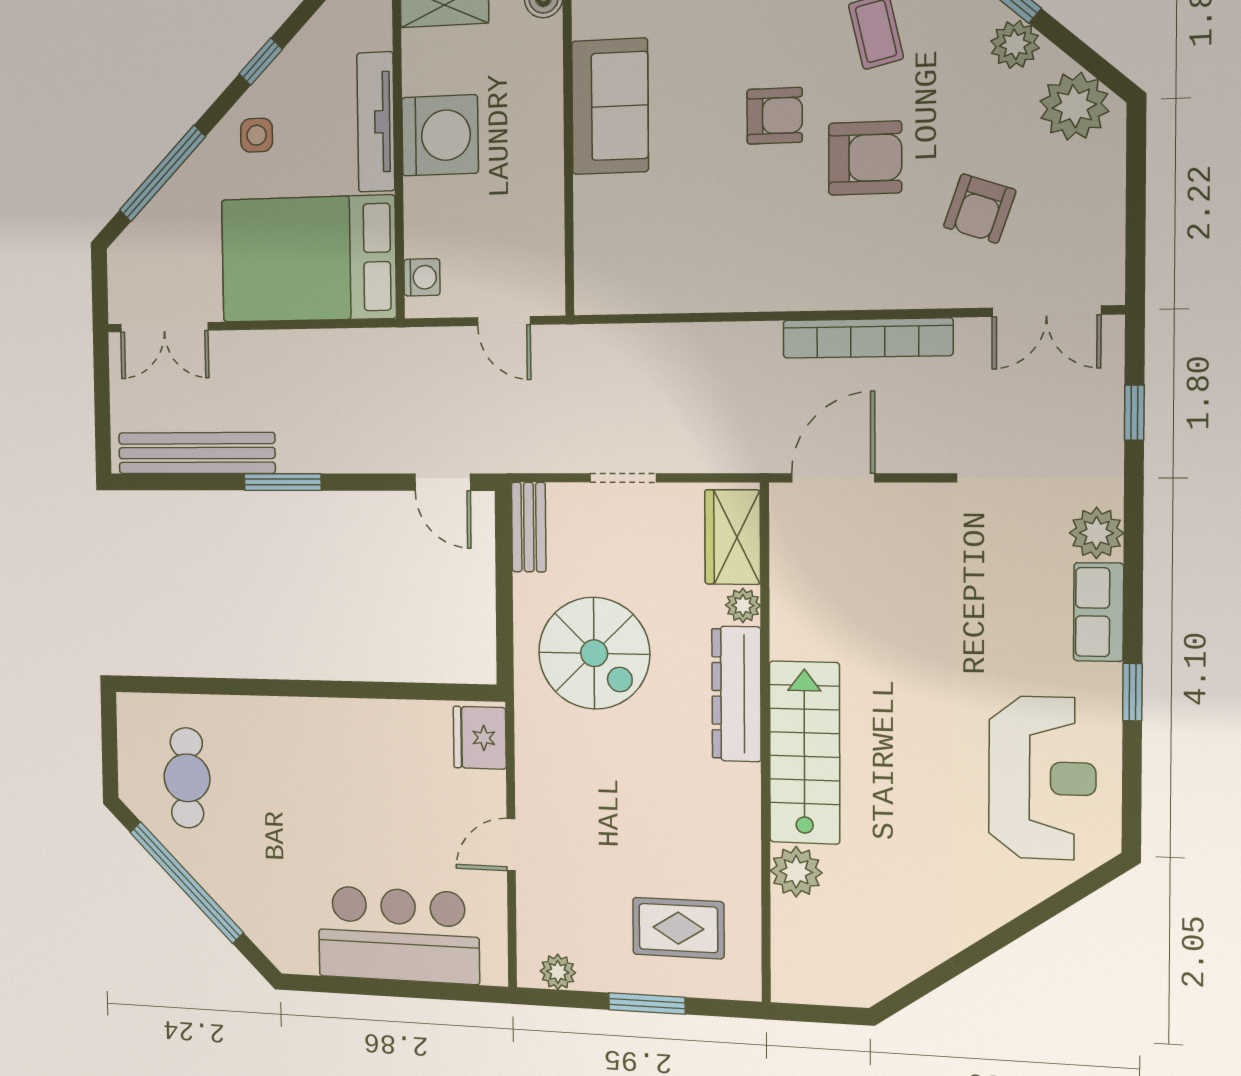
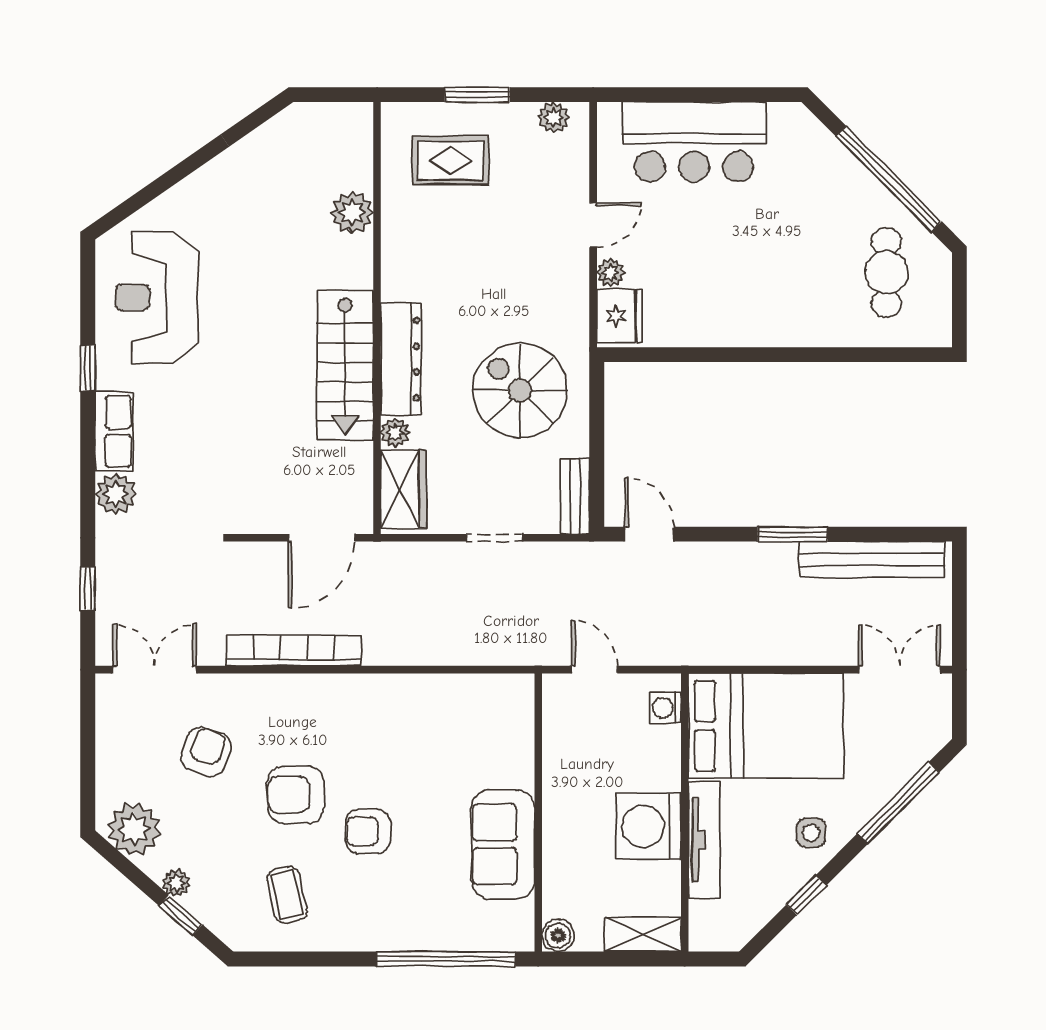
plant: (1015, 44) -> (176, 883), width x0.73, depth x0.73
stairs: (805, 753) -> (345, 365), moved
plant: (490, 788) -> (611, 273), added

